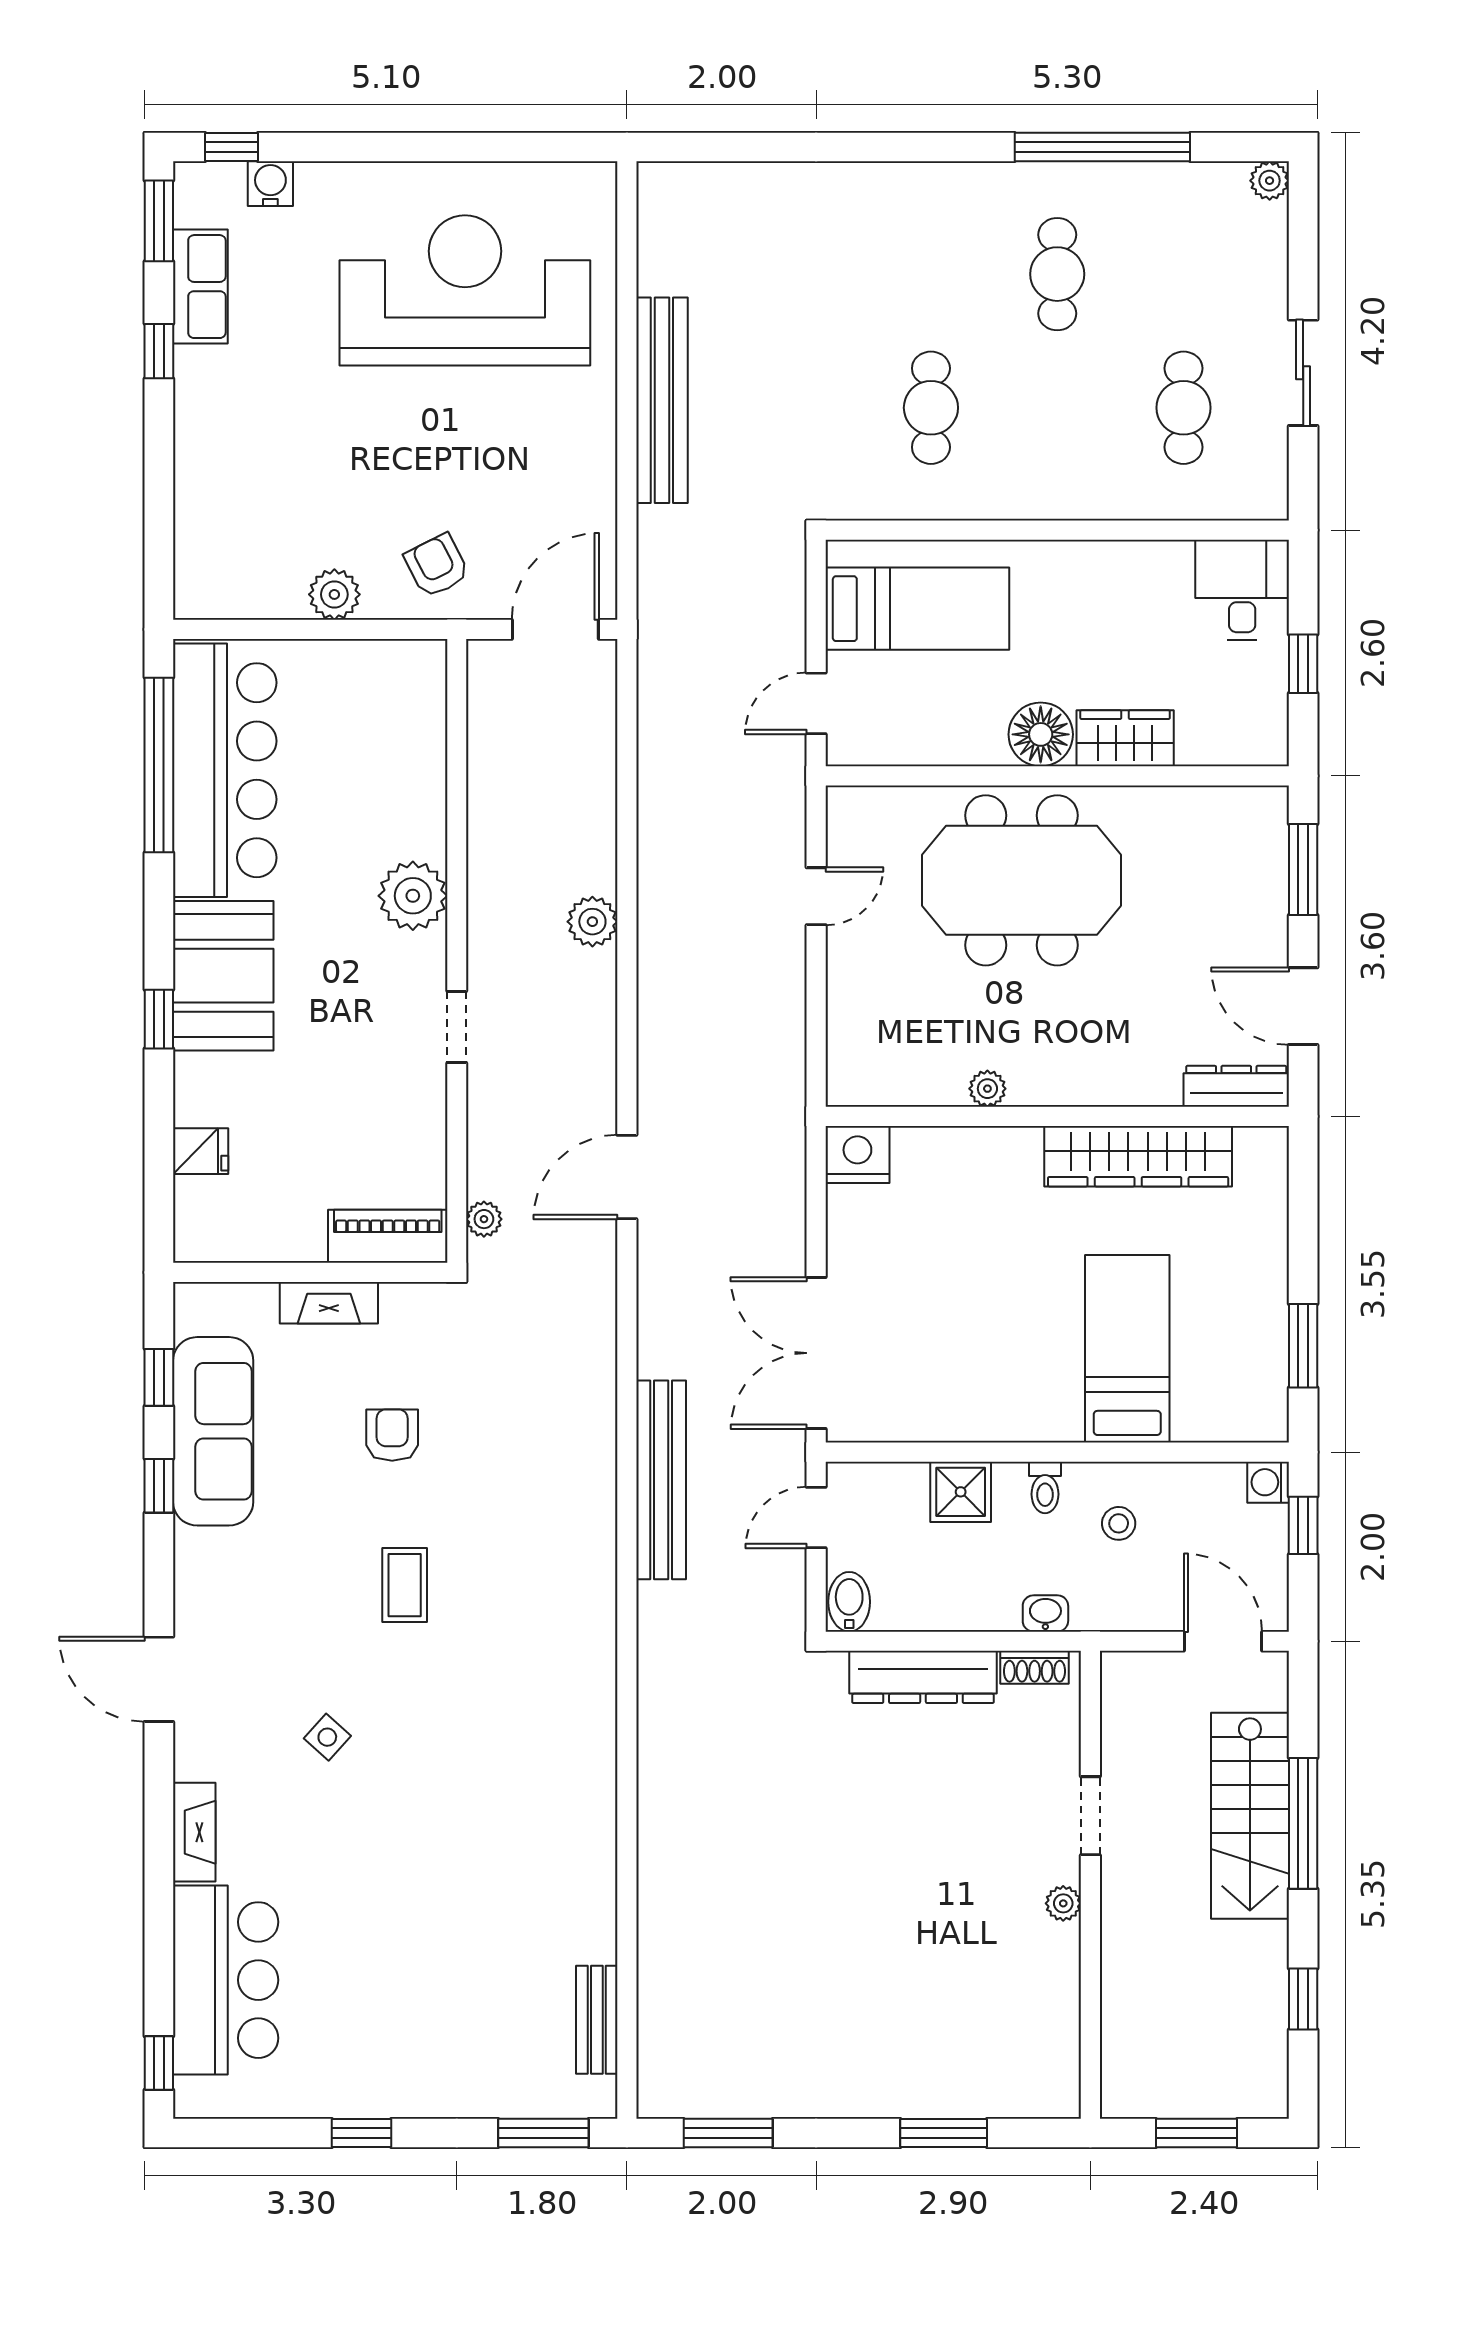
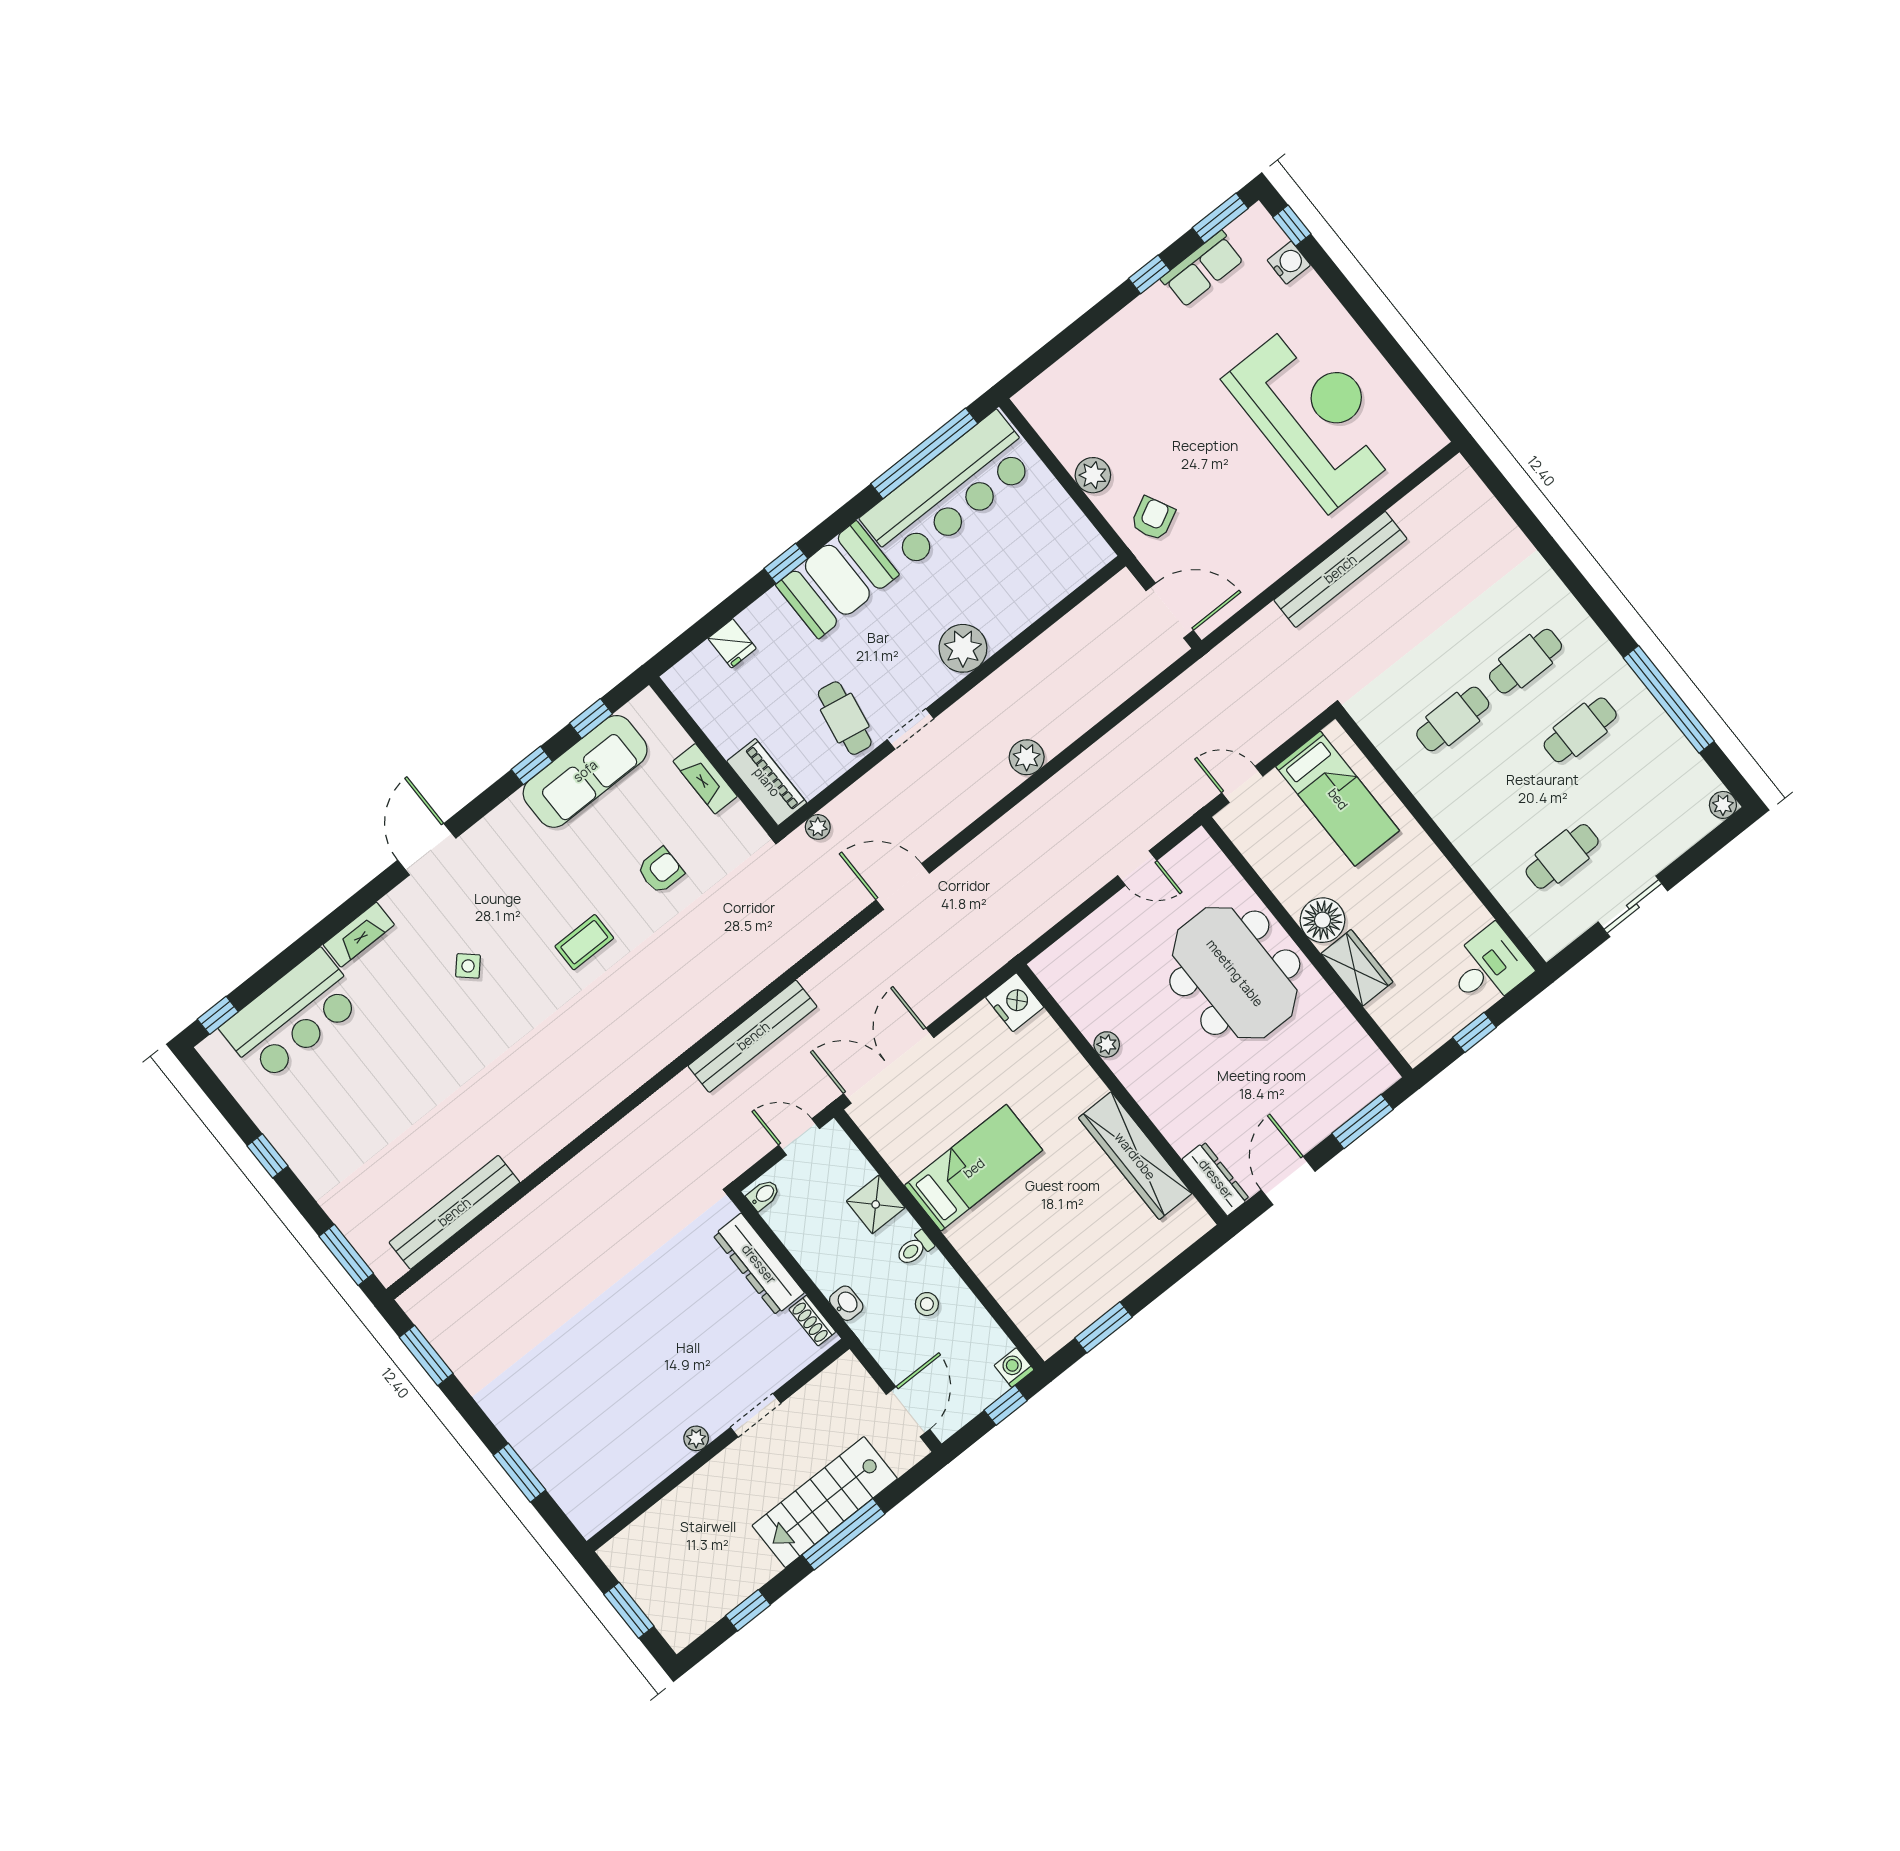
cafe table: (931, 274) -> (1525, 661), added
cafe table: (386, 1091) -> (845, 718), added
bed: (1127, 1349) -> (974, 1168), moved
bidet: (849, 1602) -> (763, 1195), width x0.72, depth x0.74
bench: (597, 2020) -> (454, 1212), width x1.86, depth x1.21

